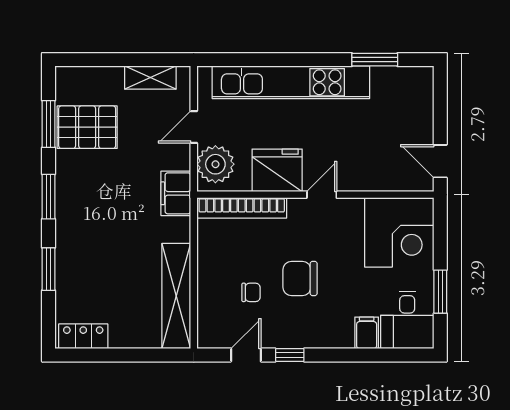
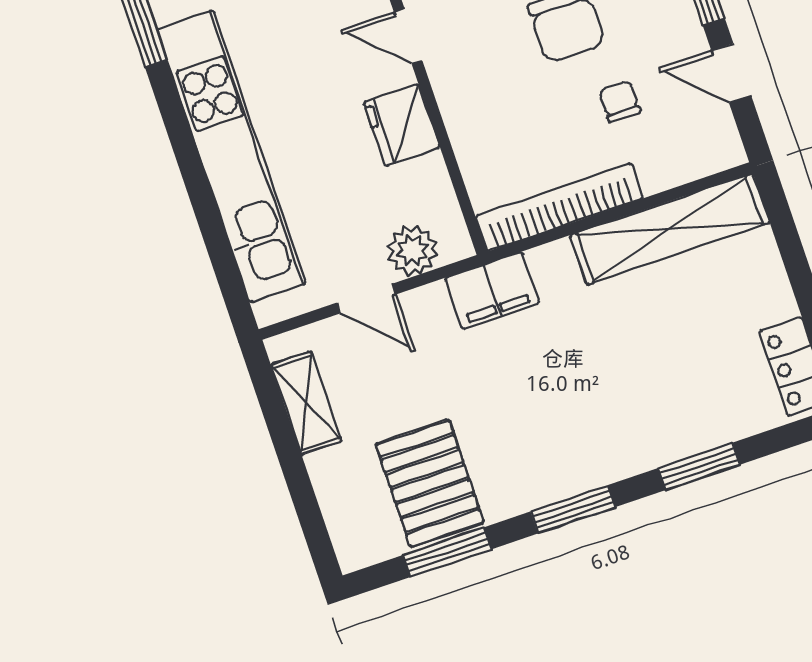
plant: (215, 164) -> (412, 250), width x0.73, depth x0.73
fridge: (277, 170) -> (402, 125), width x0.73, depth x0.75
bookcase: (242, 208) -> (559, 207), moved, turned -90

